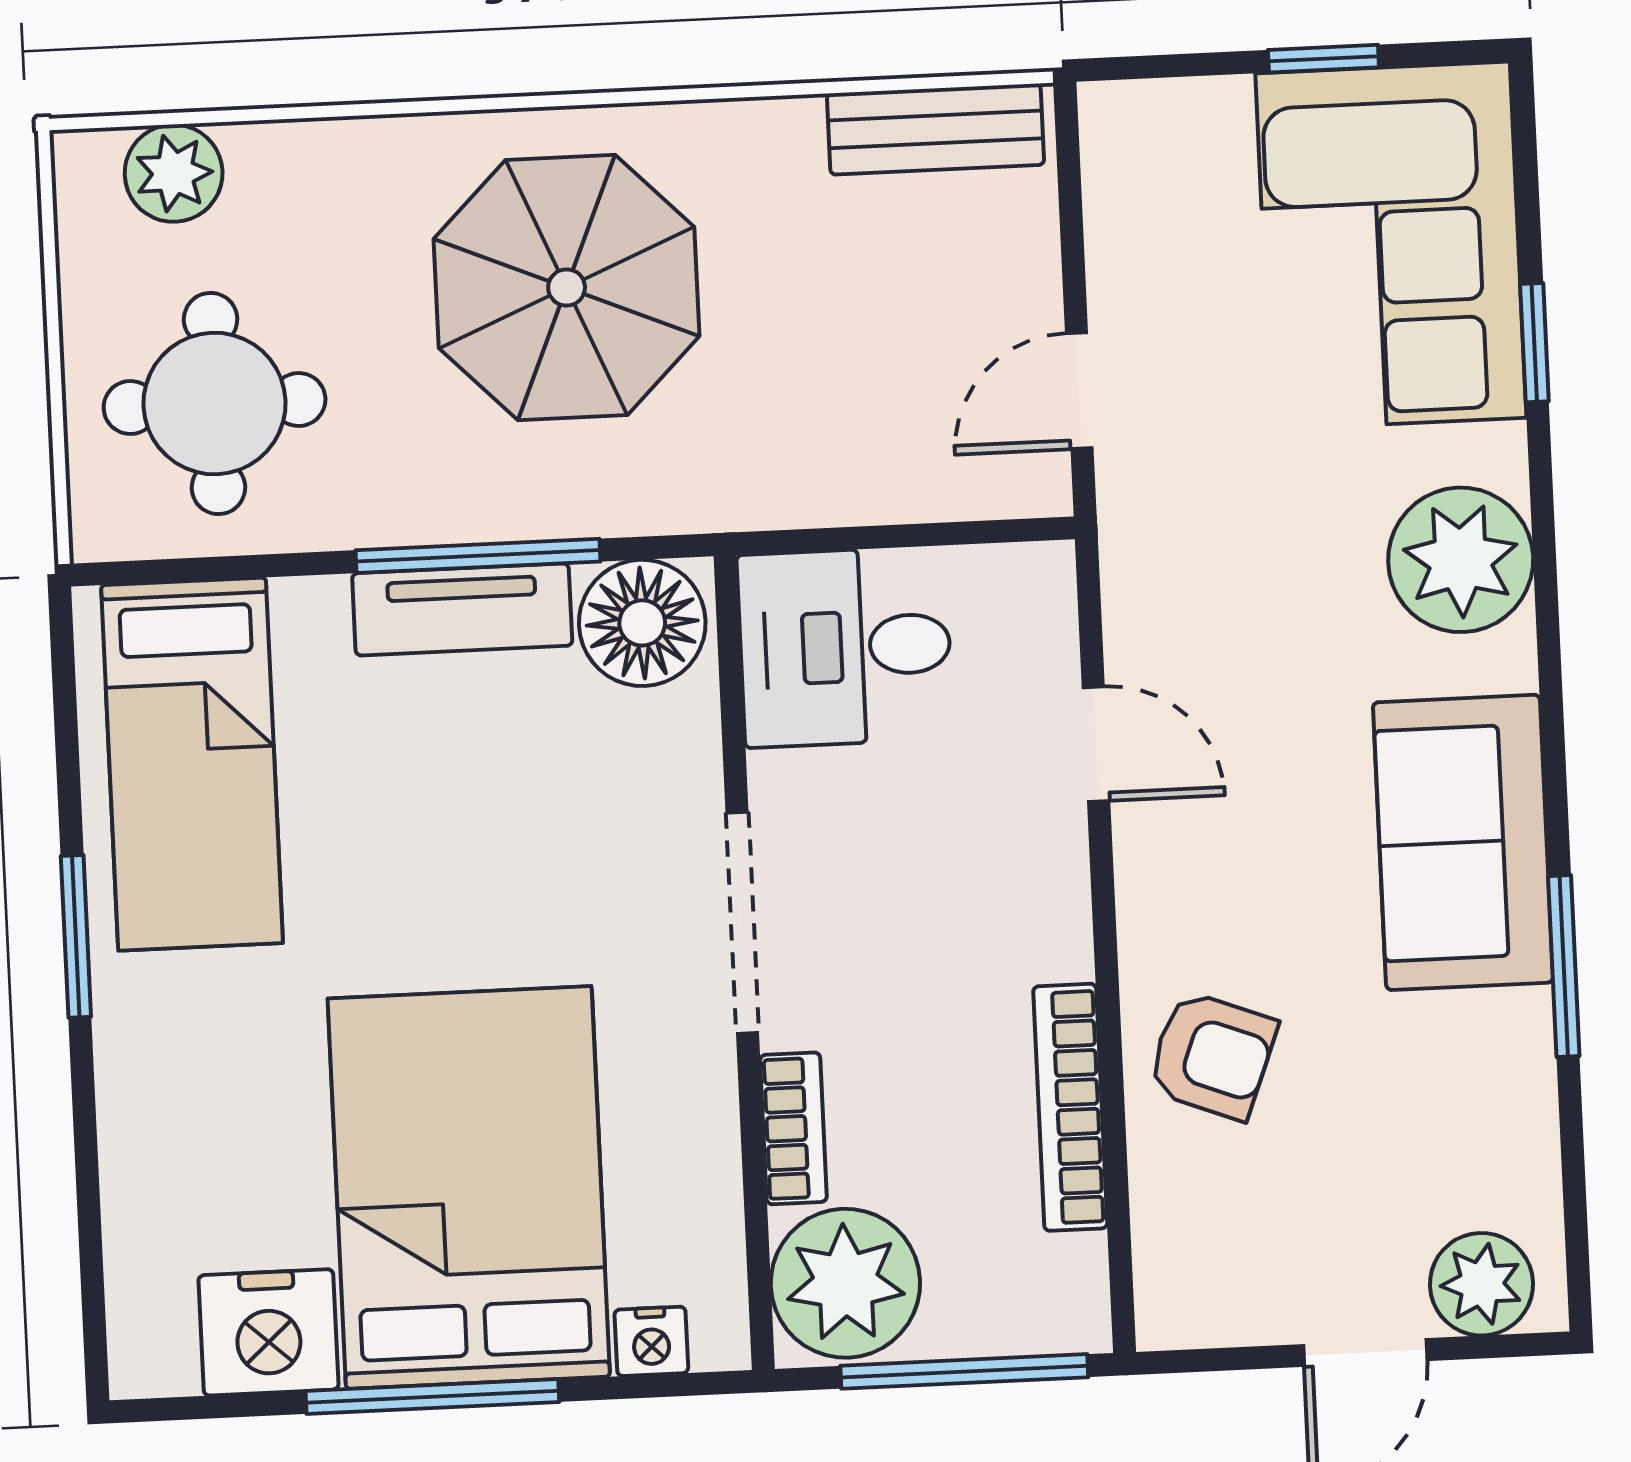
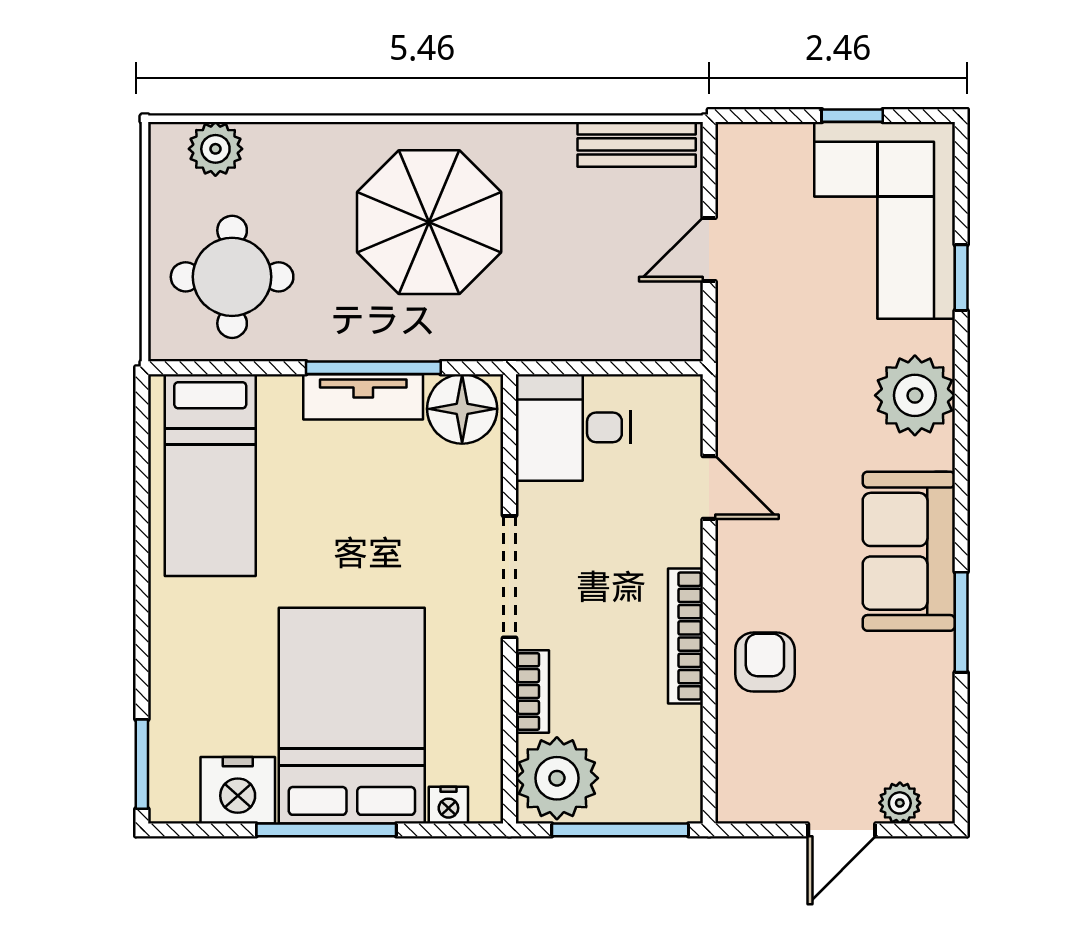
door: (1079, 391) -> (709, 250), moved
window: (76, 936) -> (142, 764), moved
armchair: (1212, 1055) -> (765, 662), turned -111
bookcase: (1070, 1107) -> (685, 636), moved
plant: (1481, 1284) -> (900, 803), width x0.73, depth x0.73

